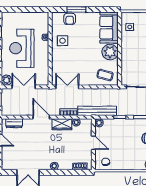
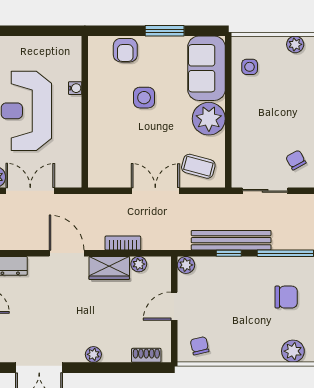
window: (76, 9) -> (165, 31), moved
side table: (63, 41) -> (144, 98), moved
double door: (67, 87) -> (155, 191), moved
bench: (97, 111) -> (231, 240), moved
door: (93, 143) -> (174, 306), swing flipped

